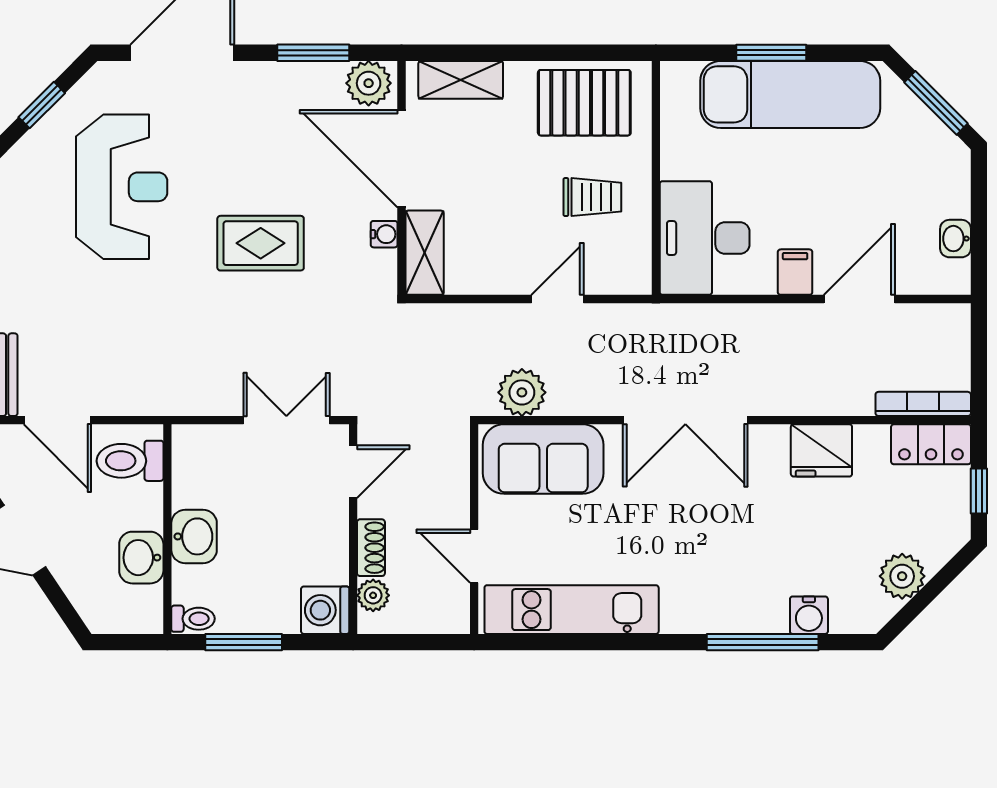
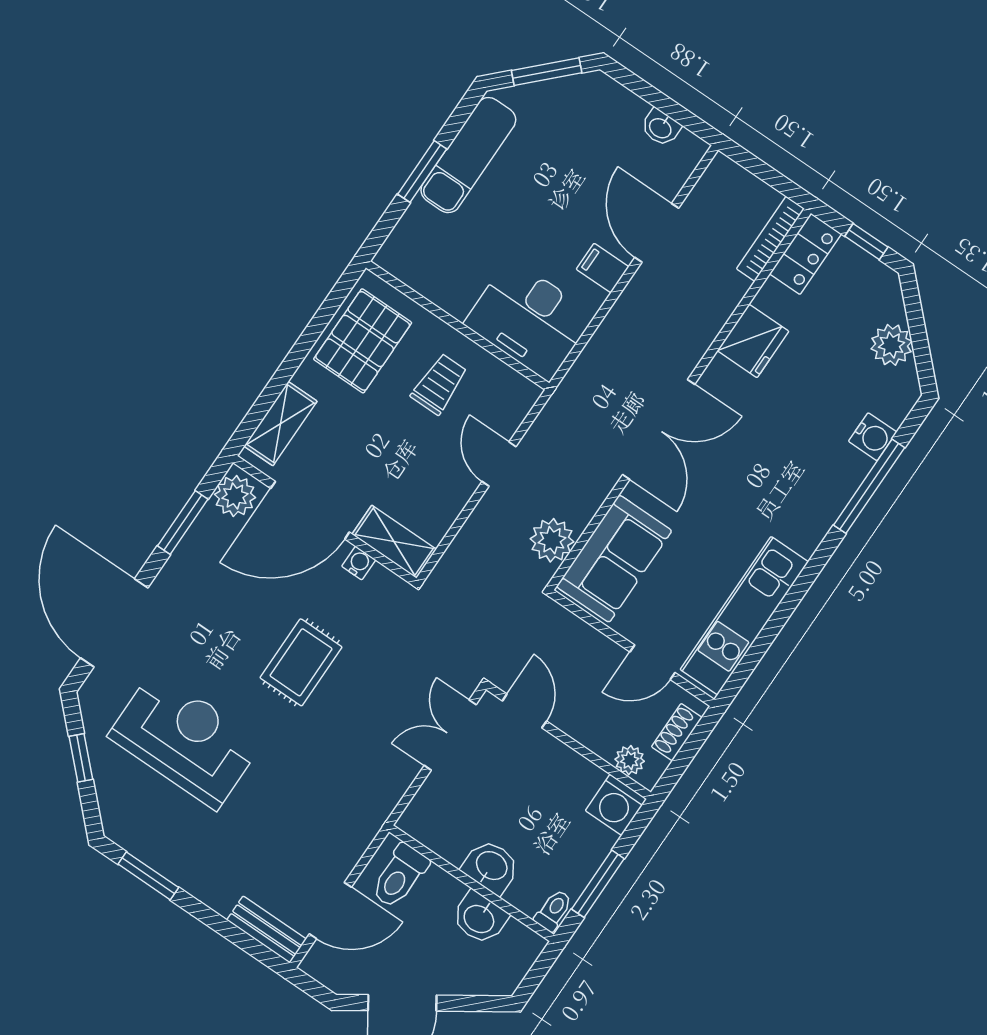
exam couch: (790, 94) -> (468, 155), width x0.73, depth x0.69
shoe rack: (371, 548) -> (677, 732), moved, turned -90

